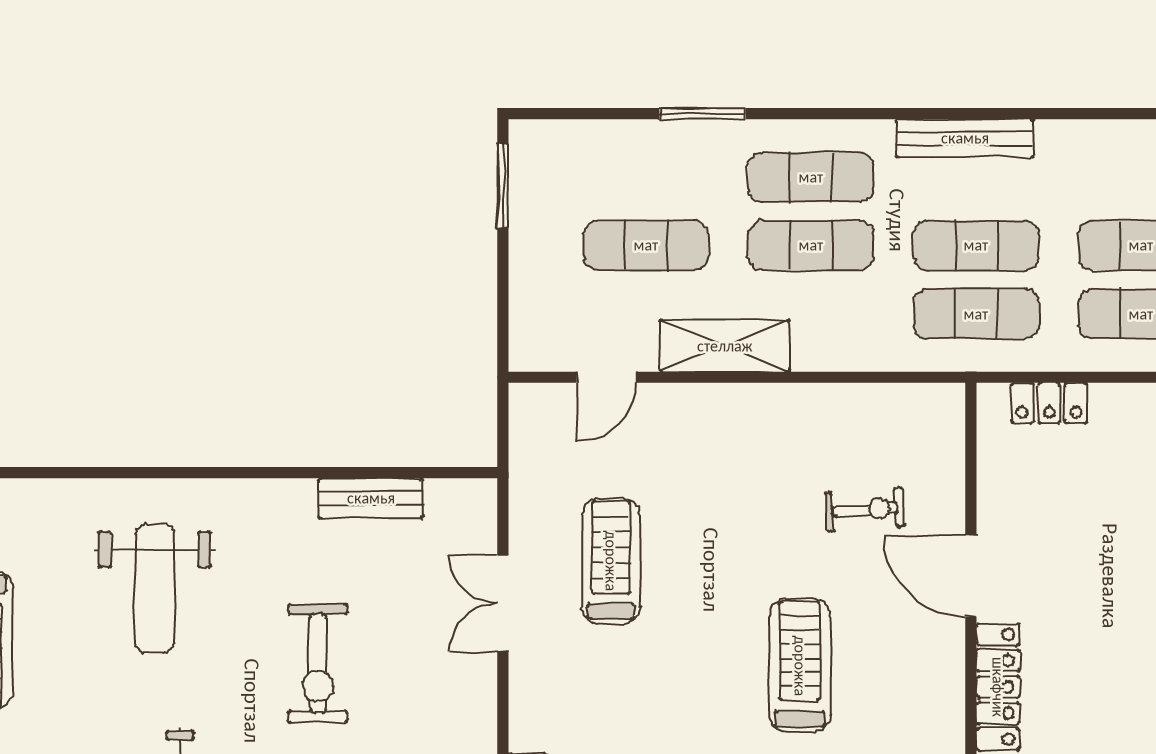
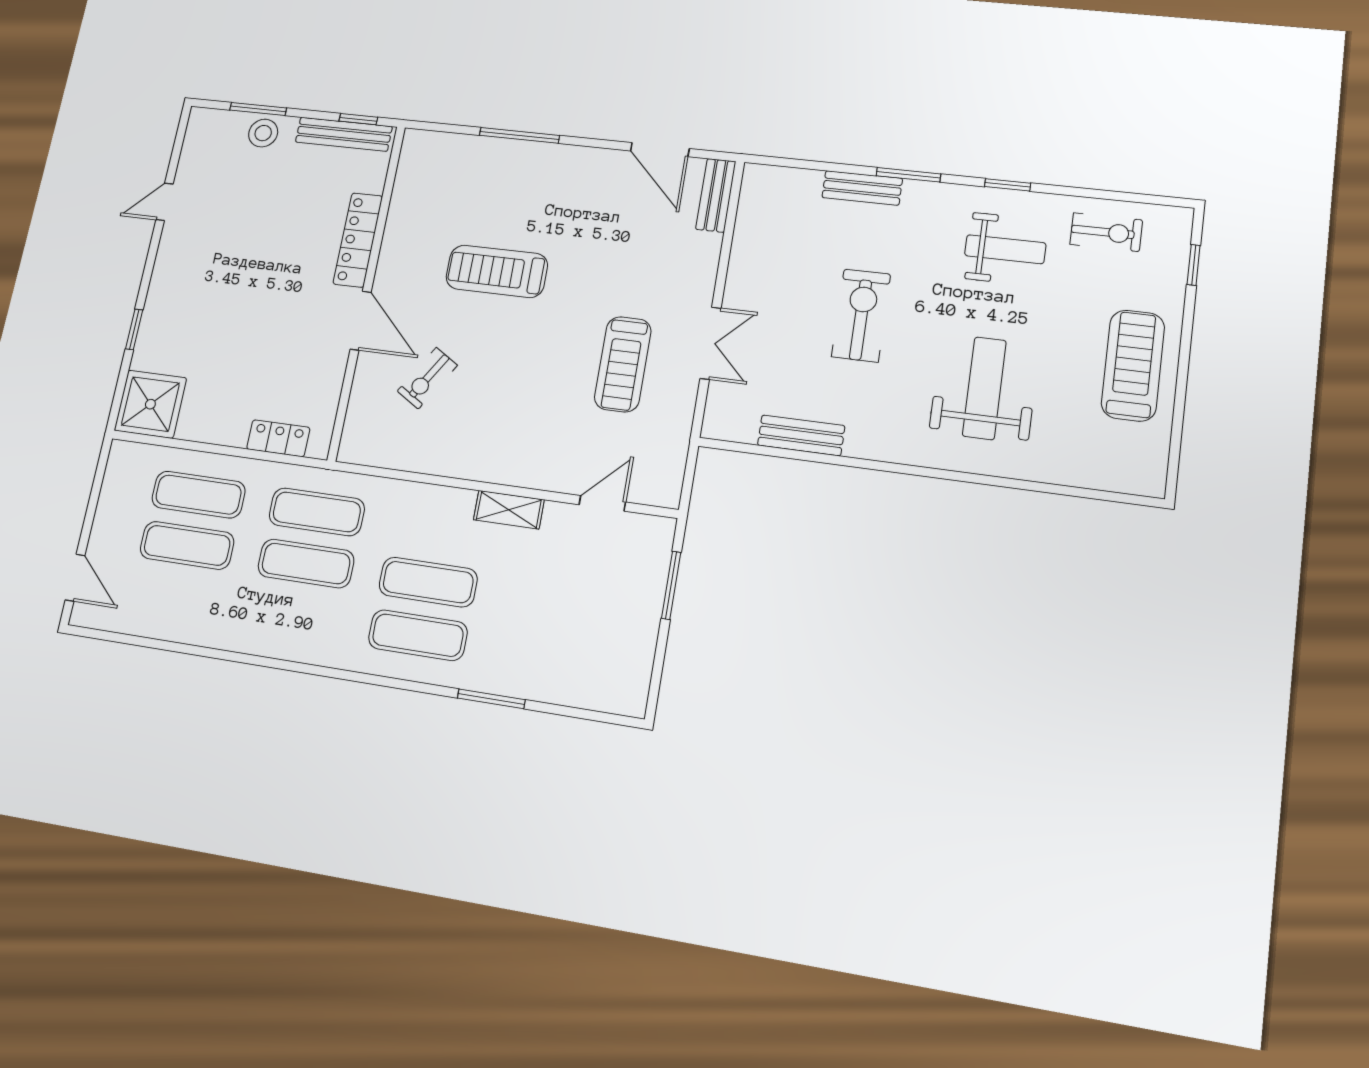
bench: (965, 138) -> (297, 647), removed
window: (503, 186) -> (671, 585), moved
exercise mat: (646, 245) -> (554, 601), removed
shelving: (725, 346) -> (509, 510), width x0.67, depth x0.75
exercise bike: (865, 510) -> (427, 378), turned -54
treadmill: (800, 666) -> (497, 271), turned 90

